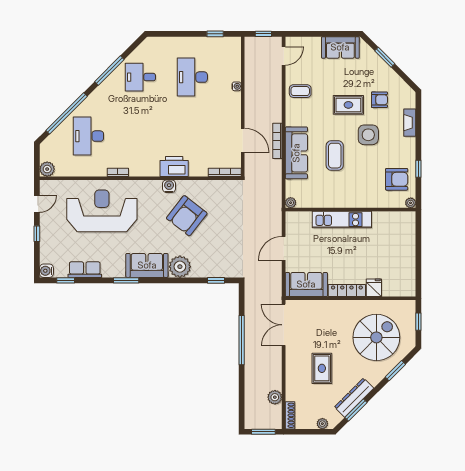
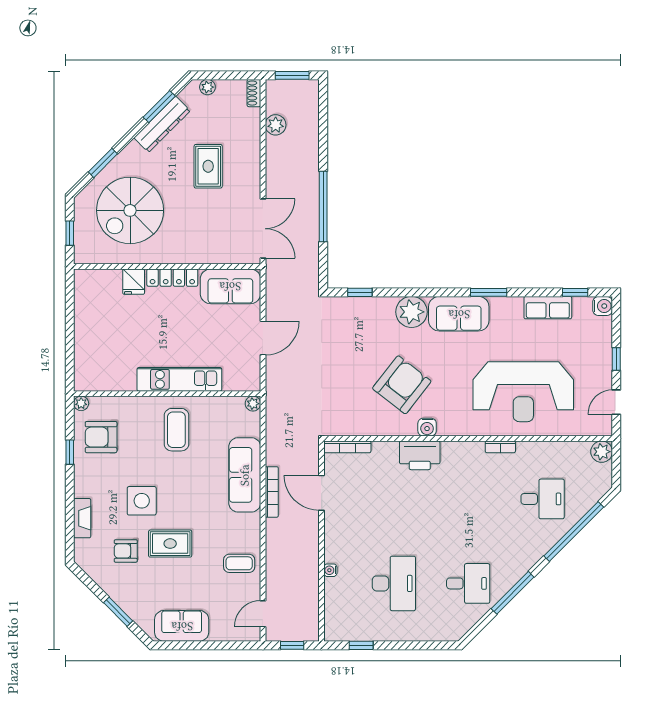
desk: (88, 136) -> (543, 499), width x0.73
coffee table: (335, 156) -> (176, 430), moved
shoe rack: (290, 415) -> (254, 93), width x0.70

